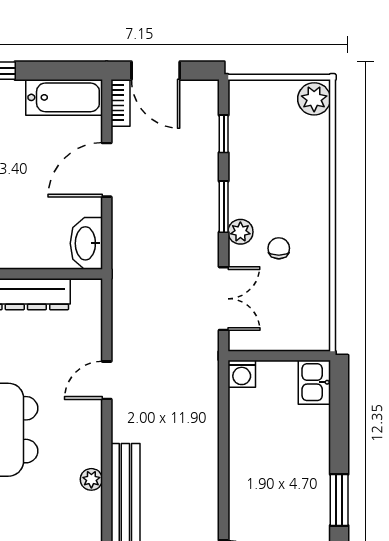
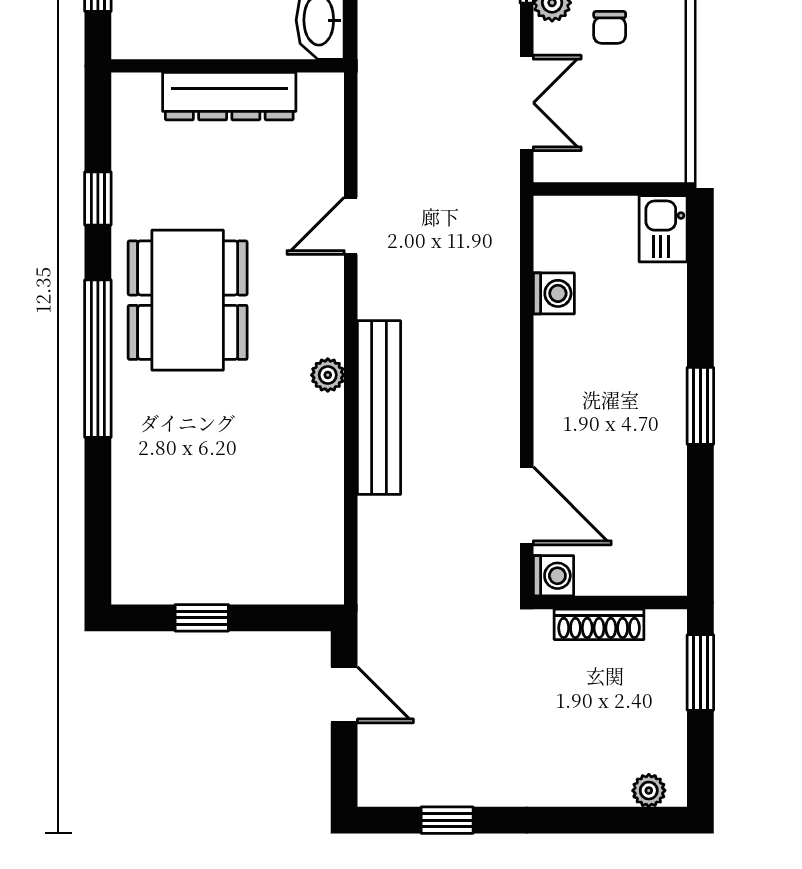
chair: (279, 248) -> (610, 27), turned 180
washing machine: (242, 374) -> (554, 293), moved, turned -90

